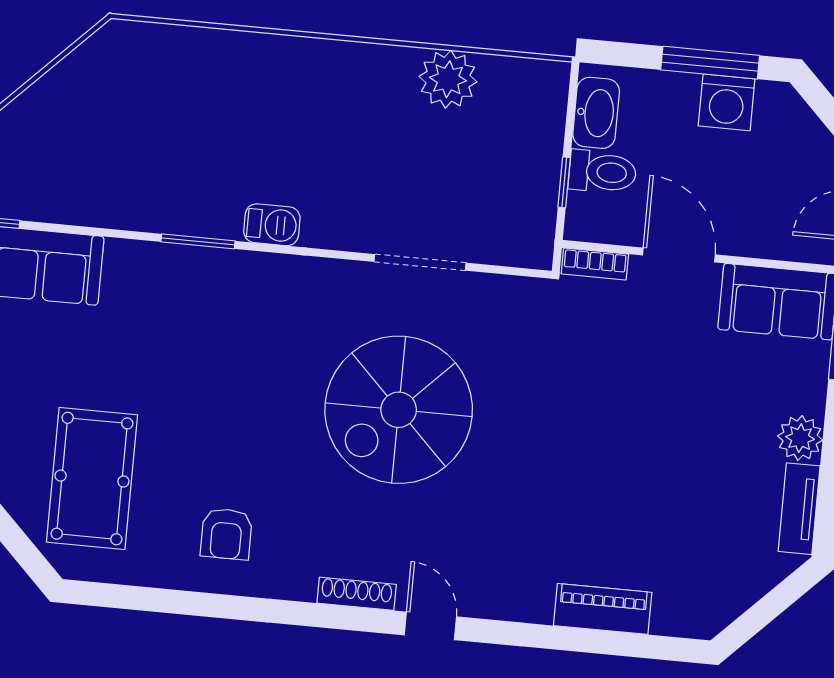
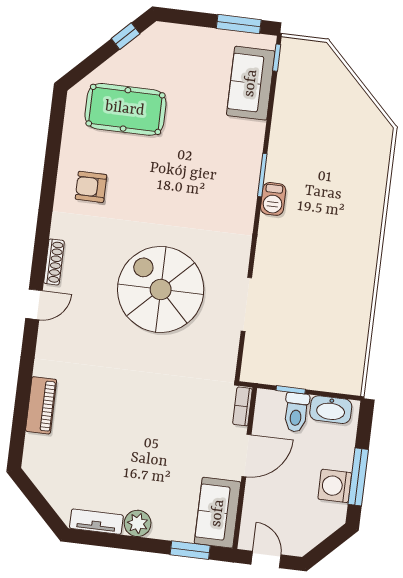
plant: (448, 79) -> (353, 324), removed
barbecue: (272, 225) -> (273, 199), moved

